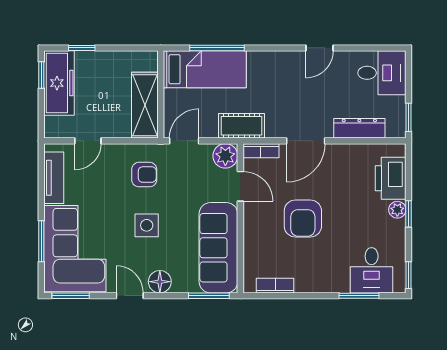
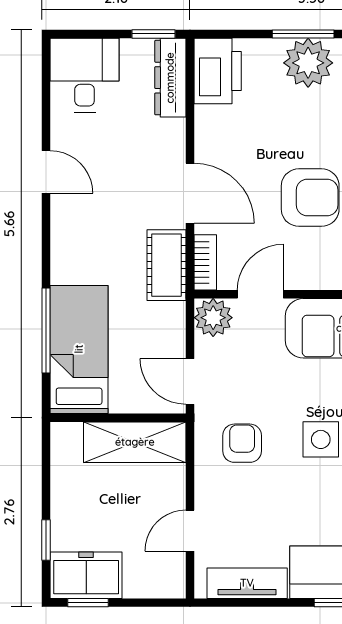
freezer: (59, 83) -> (86, 575), width x0.71
cot: (242, 126) -> (167, 265), moved
dresser: (359, 128) -> (170, 78), moved
door: (88, 141) -> (190, 531), swing flipped
printer: (391, 178) -> (218, 71), moved, turned -90
plant: (397, 210) -> (308, 63), width x1.87, depth x1.87
window: (408, 214) -> (303, 34), width x1.50

